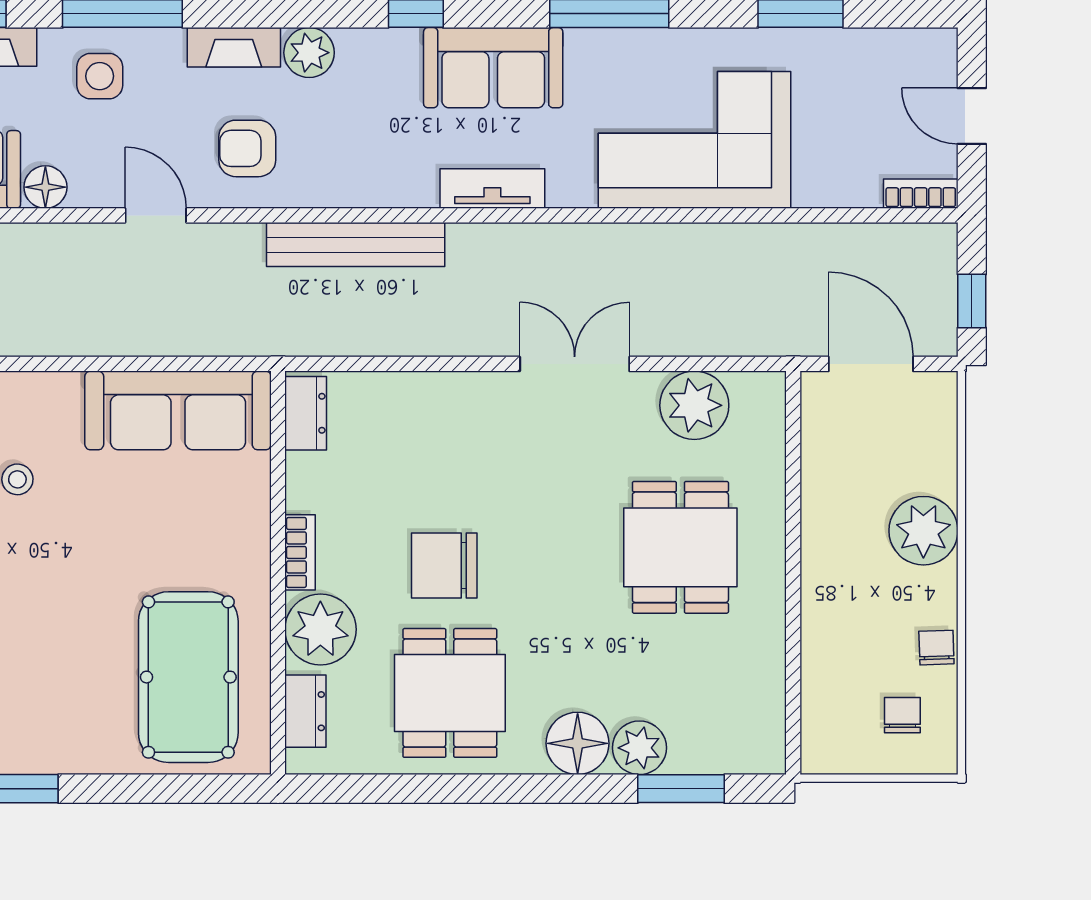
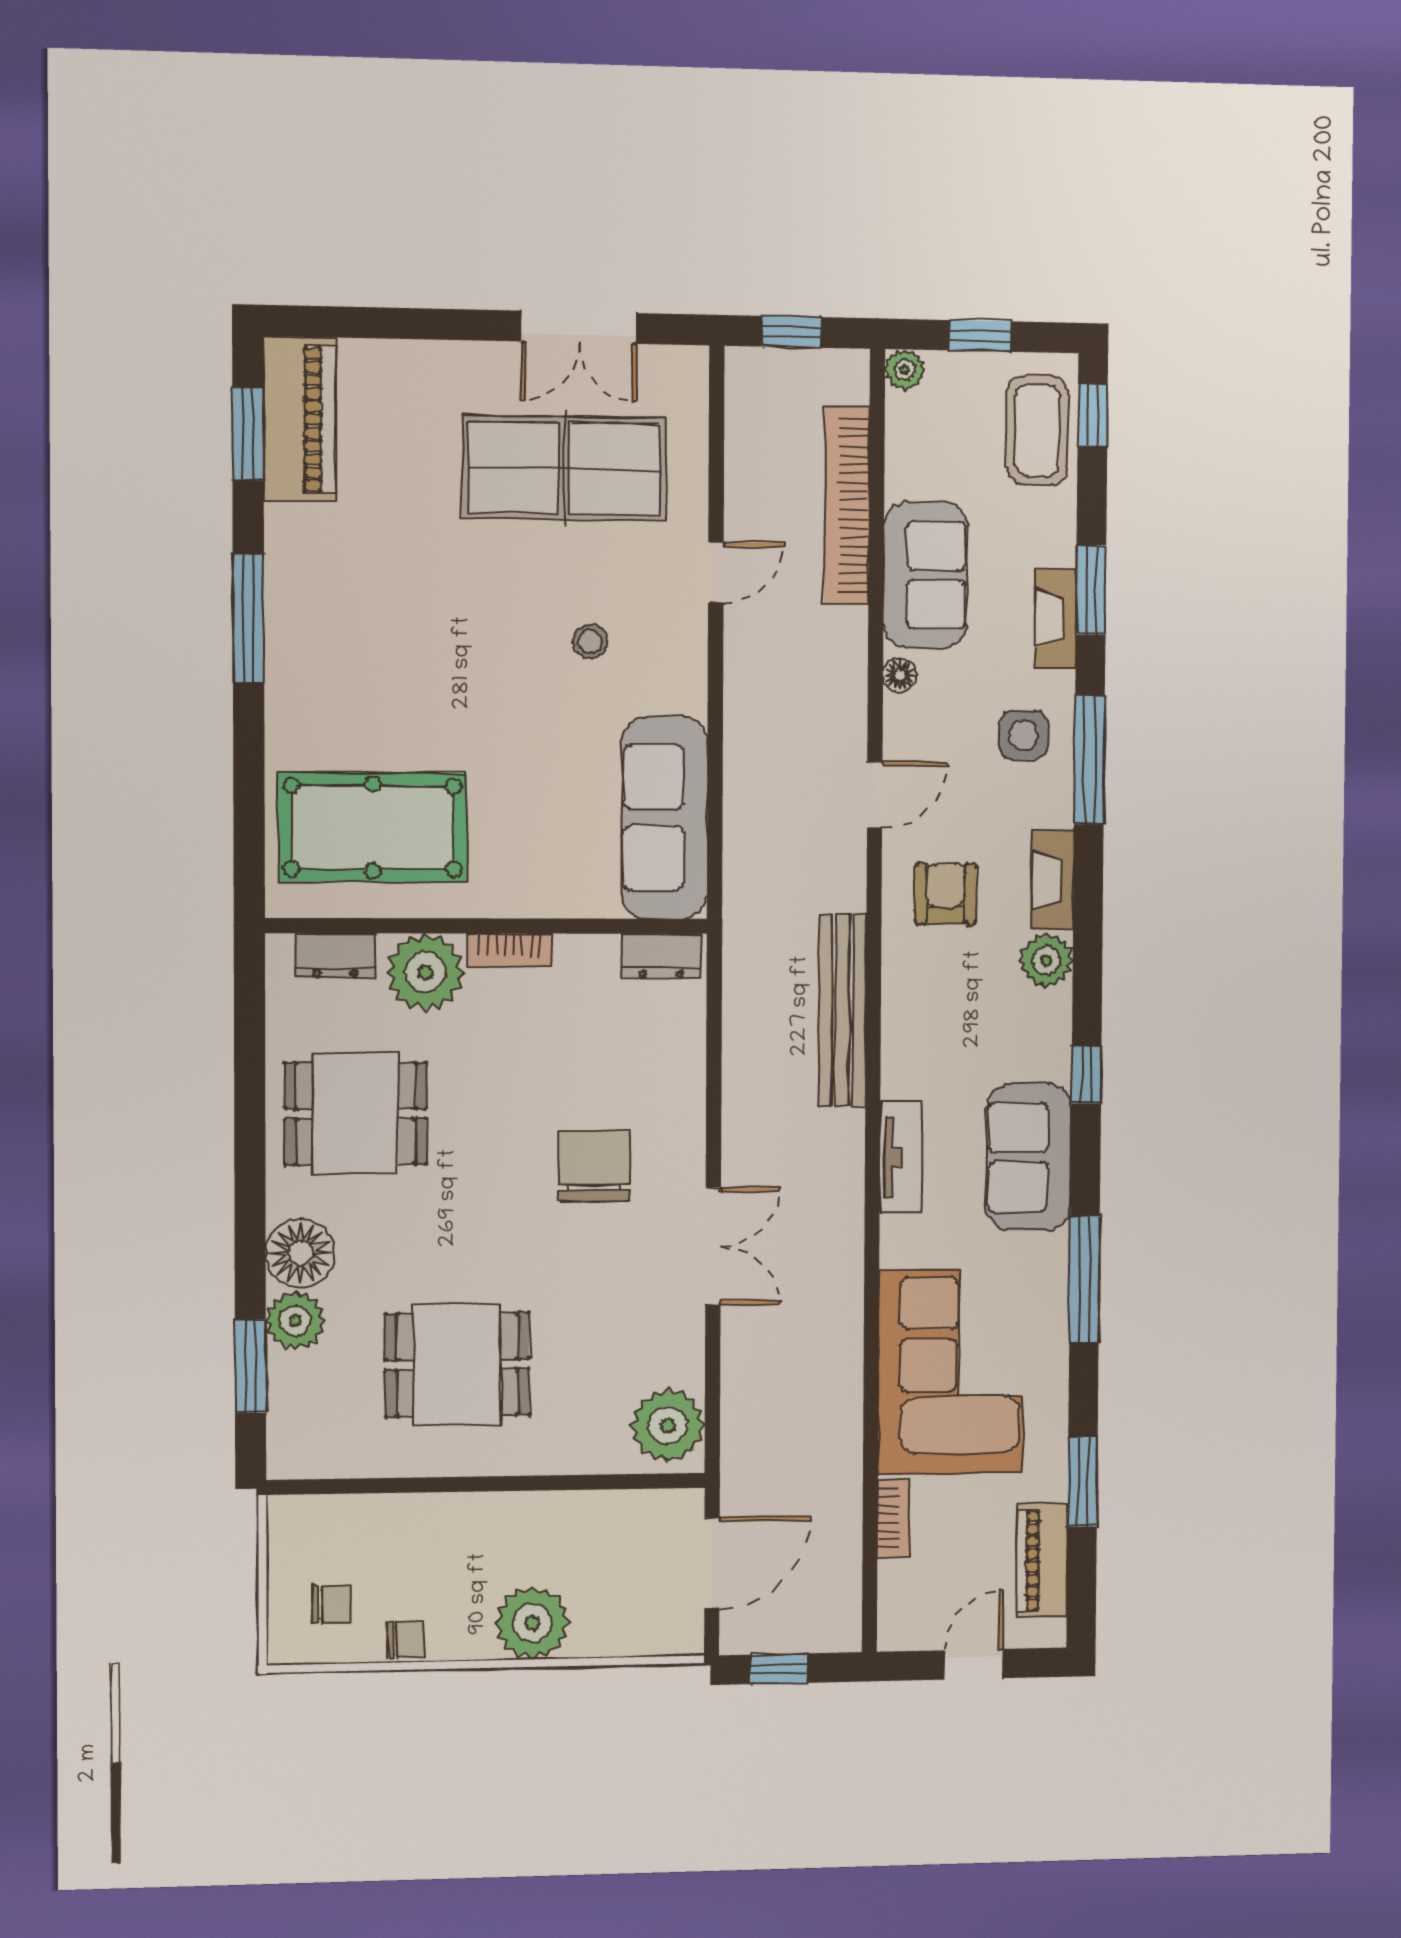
piano: (874, 52) -> (1042, 1560), added
floor lamp: (45, 187) -> (900, 675), width x0.73, depth x0.73
bookcase: (921, 194) -> (893, 1518), moved
plant: (694, 405) -> (668, 1425), moved
dining table: (680, 547) -> (457, 1365), moved
chair: (444, 565) -> (594, 1166), moved

